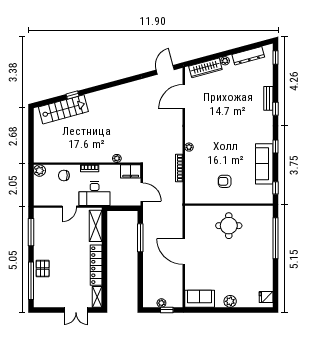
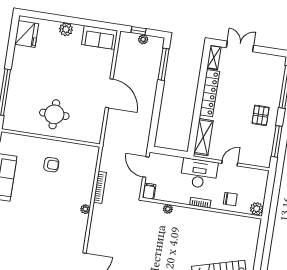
filing cabinet: (131, 171) -> (149, 191), width x0.50
window: (140, 238) -> (164, 64), moved
pallet: (43, 269) -> (261, 115), moved
fridge: (266, 297) -> (27, 34), width x1.88, depth x1.34

